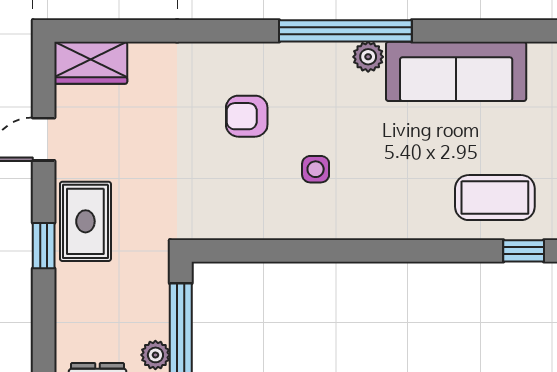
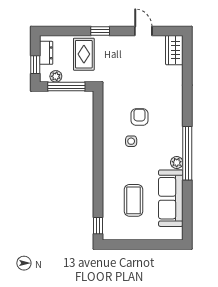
armchair: (247, 116) -> (139, 117), moved
coffee table: (495, 198) -> (133, 200), moved
rug: (85, 221) -> (84, 54), moved, turned 90

